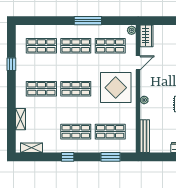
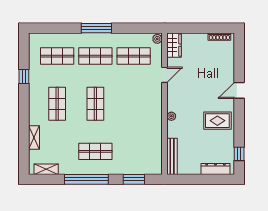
window: (88, 21) -> (96, 28), moved
display table: (116, 88) -> (140, 102), removed
shop shelf: (41, 89) -> (57, 104), turned 90
shop shelf: (76, 89) -> (95, 104), turned 90
shop shelf: (110, 132) -> (134, 151), removed
window: (68, 157) -> (86, 179), width x3.17

